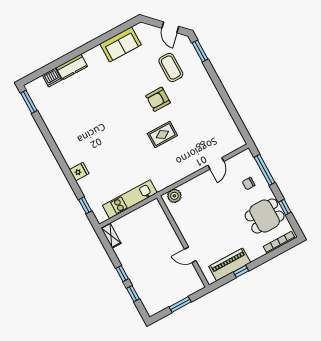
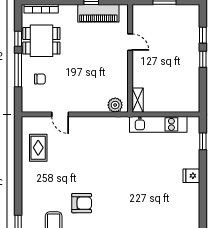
rug: (162, 135) -> (38, 148), moved, turned 90
door: (216, 163) -> (60, 114), swing flipped
window: (265, 170) -> (18, 70), moved
shelving: (111, 236) -> (138, 100), moved

